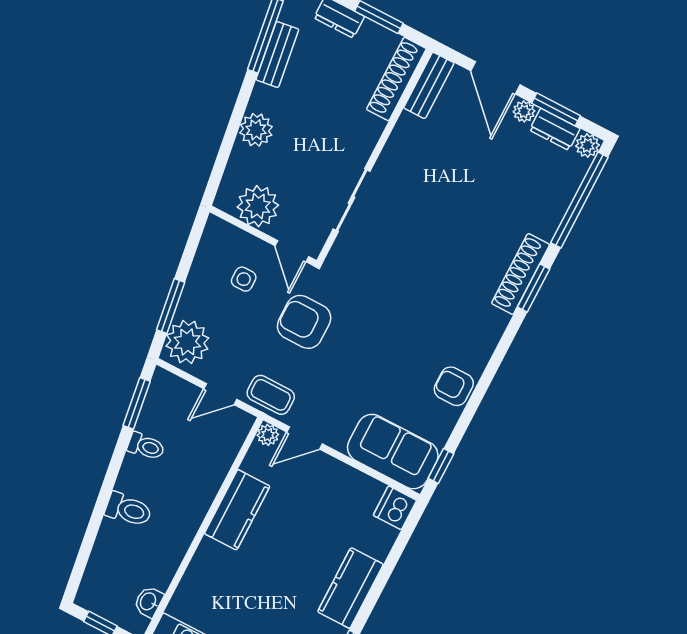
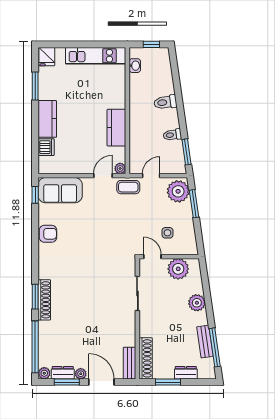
armchair: (304, 322) -> (130, 228), removed
dishwasher: (395, 508) -> (46, 147), moved

